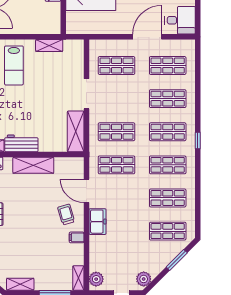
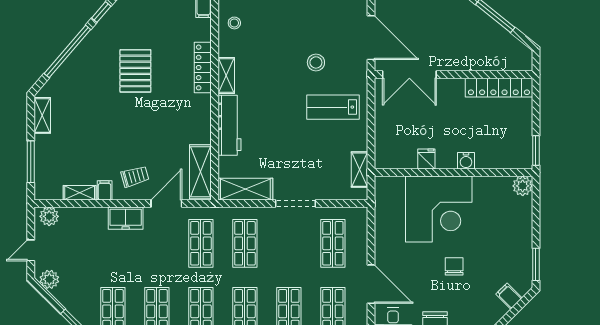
shelving: (49, 45) -> (360, 170), moved
workbench: (21, 143) -> (229, 125), width x1.38
shelving: (33, 165) -> (200, 172), moved
shelving: (78, 278) -> (80, 193), moved

